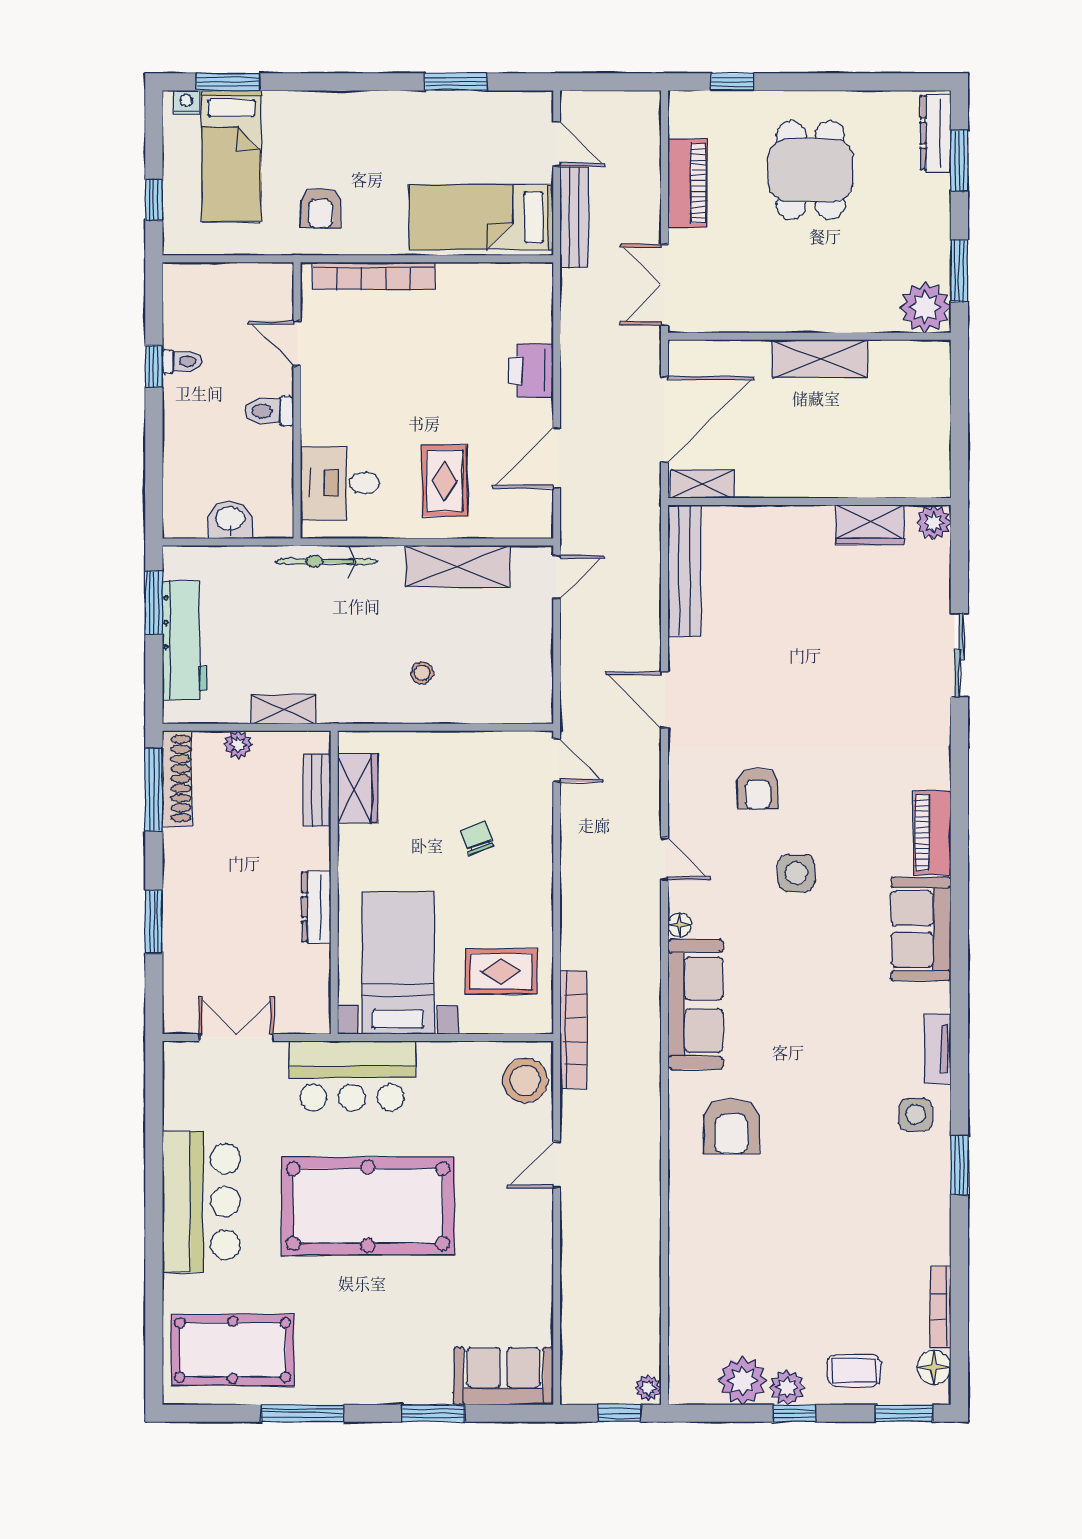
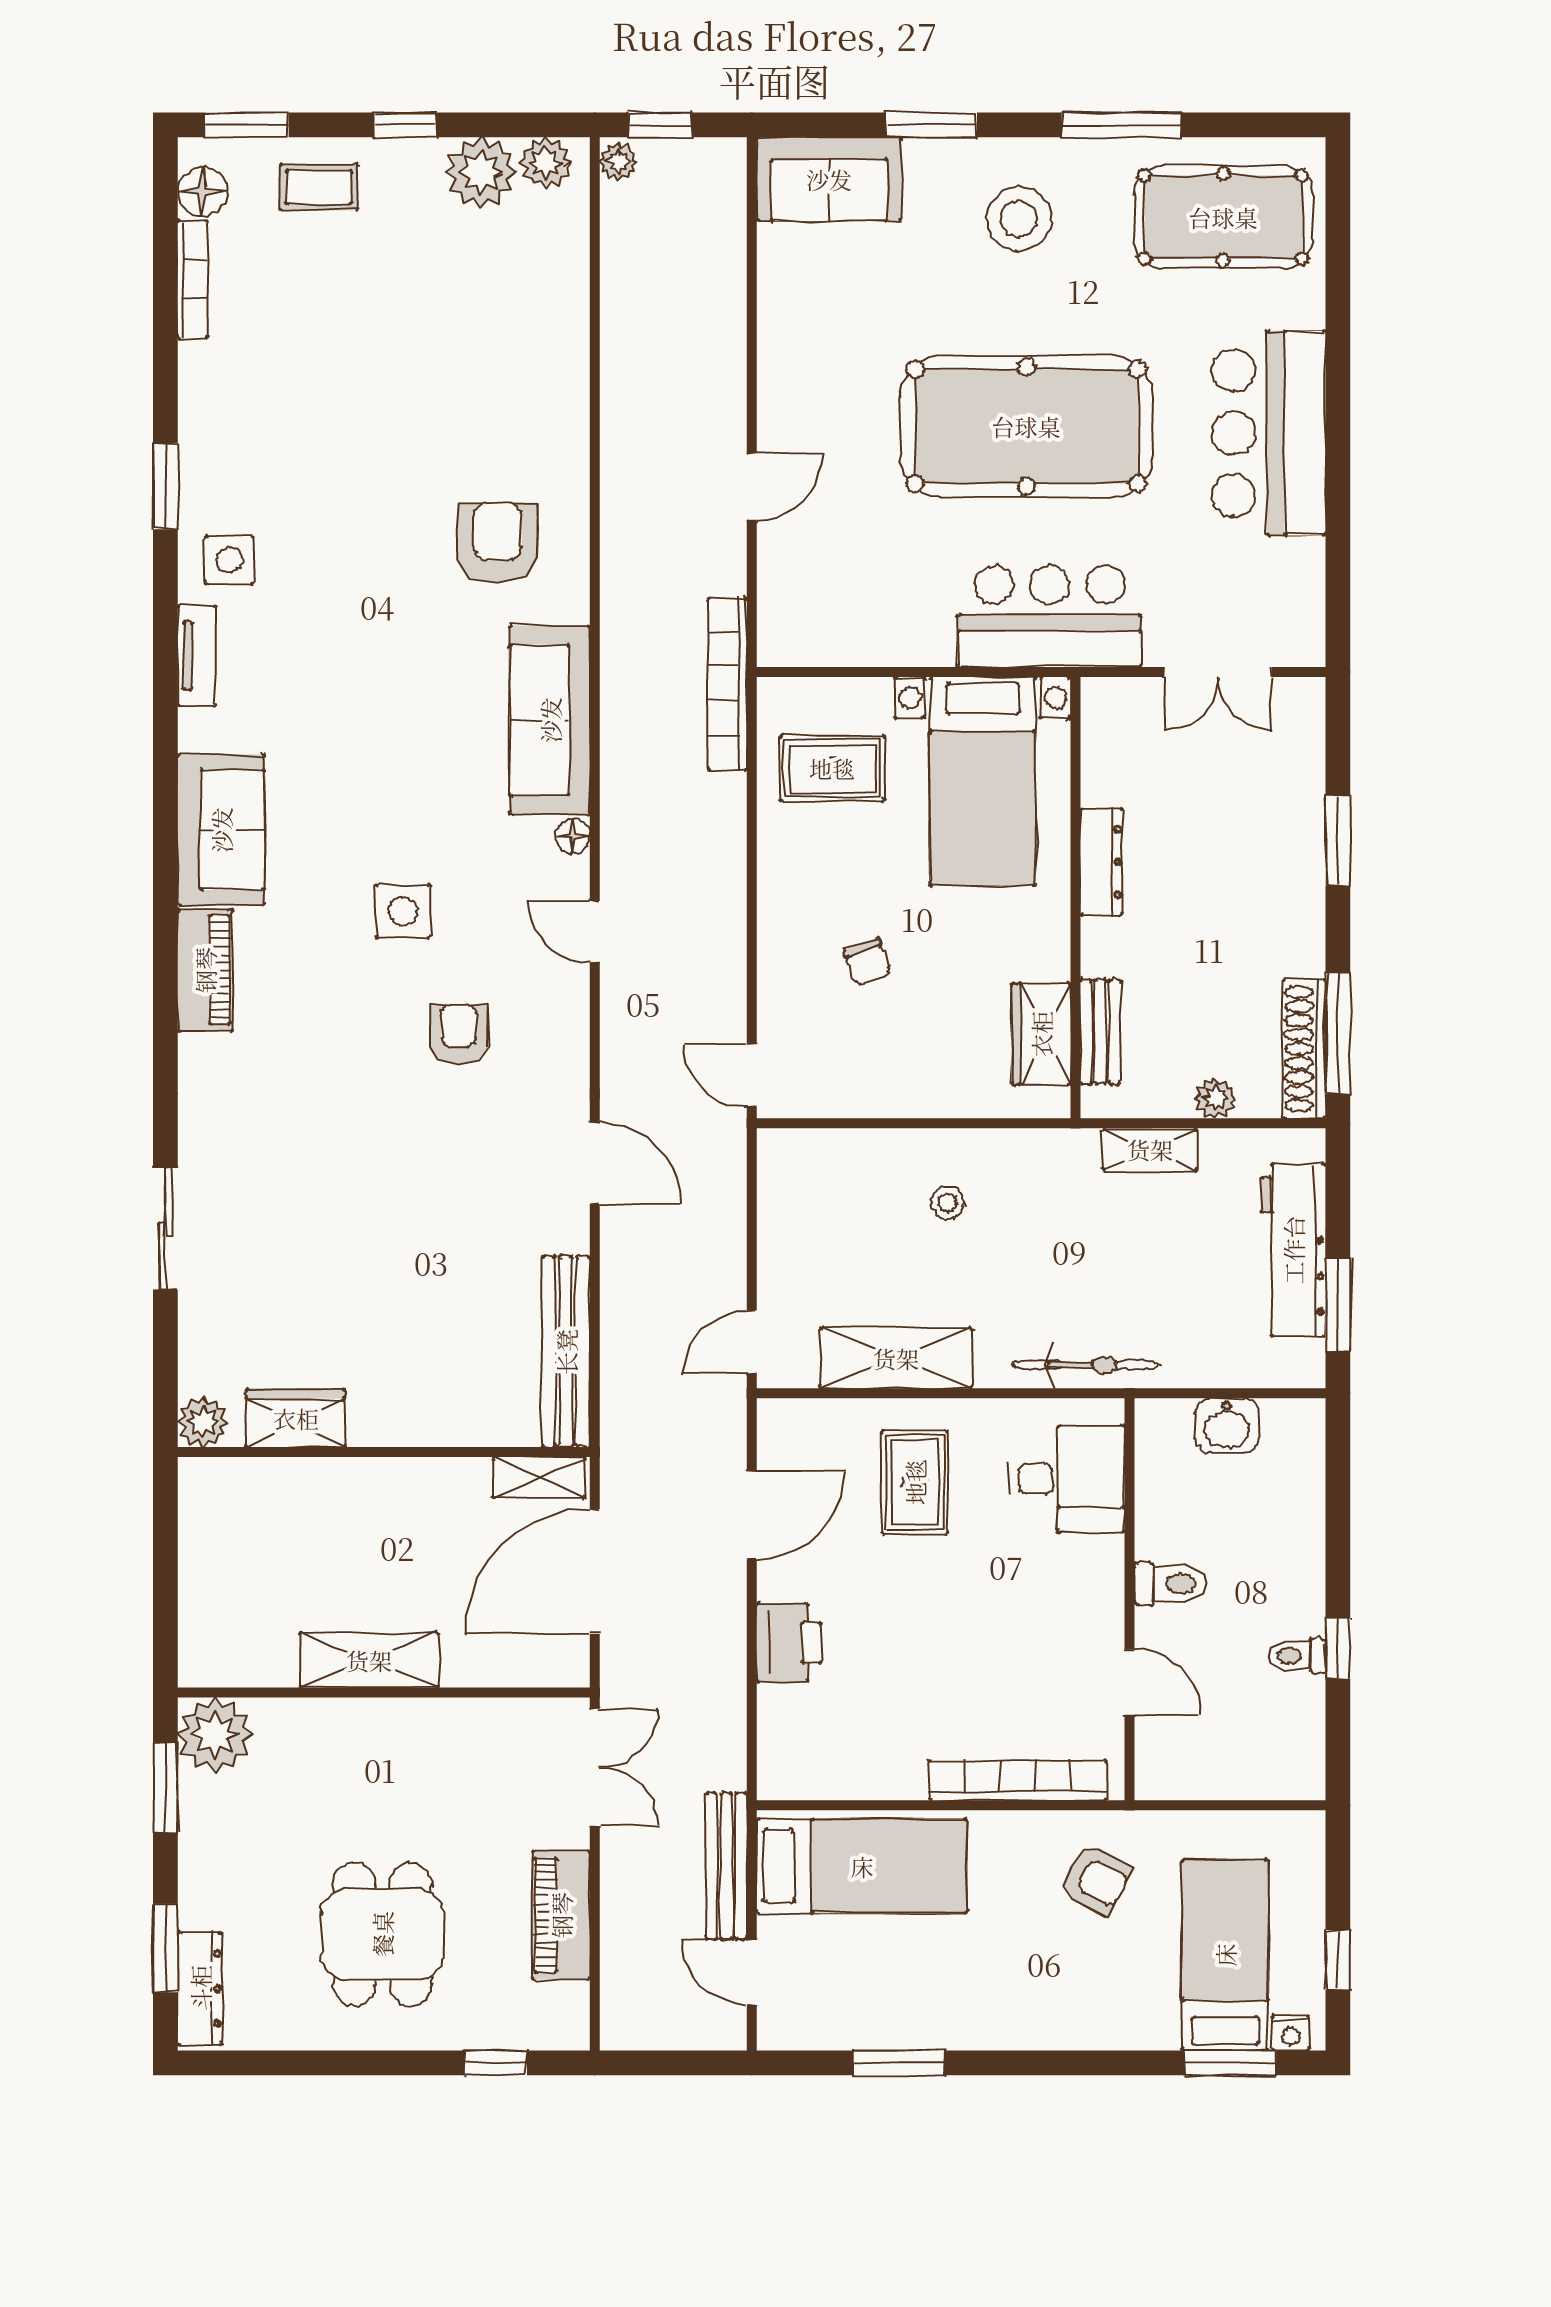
window: (154, 200) -> (1338, 1960), moved
armchair: (320, 208) -> (1095, 1879), turned 118
stool: (525, 1080) -> (1019, 219), moved
plant: (787, 1387) -> (546, 163), moved

